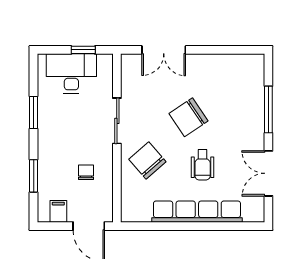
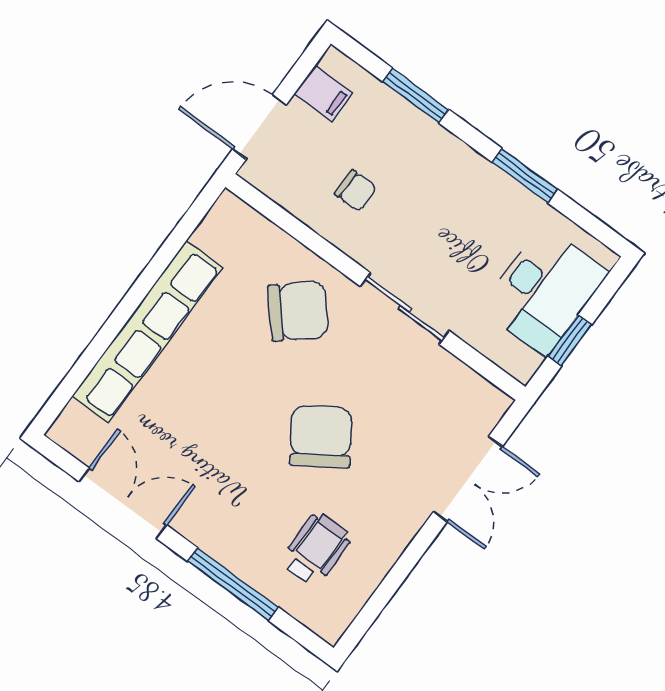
double door: (164, 50) -> (468, 479), swing flipped
wheelchair: (203, 165) -> (316, 549), moved, turned 90

